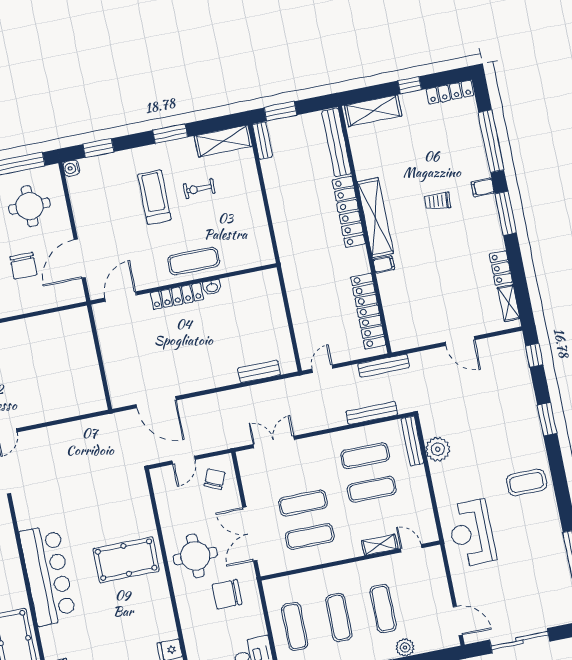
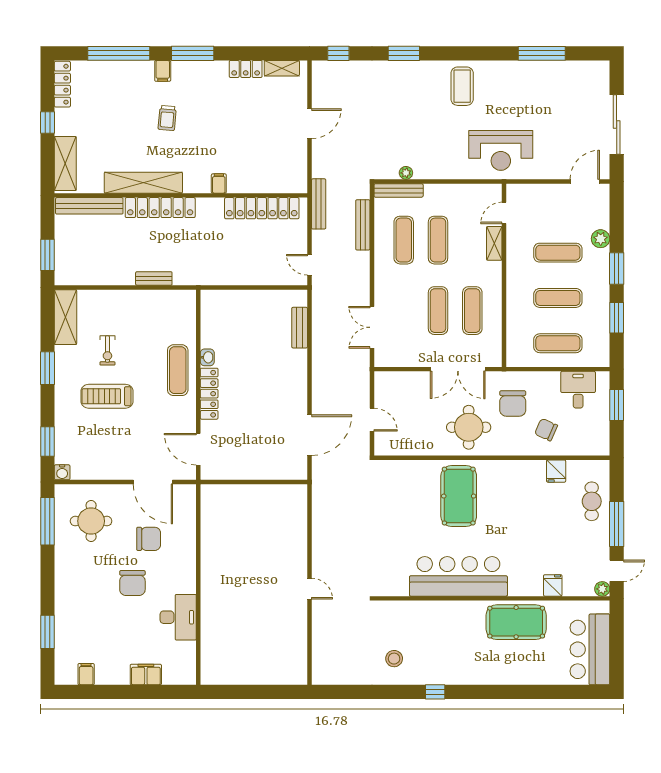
bench: (262, 140) -> (154, 278), moved
shelving: (375, 218) -> (143, 183), moved
plant: (438, 449) -> (406, 173), width x0.53, depth x0.53
chair: (215, 479) -> (546, 430), moved

